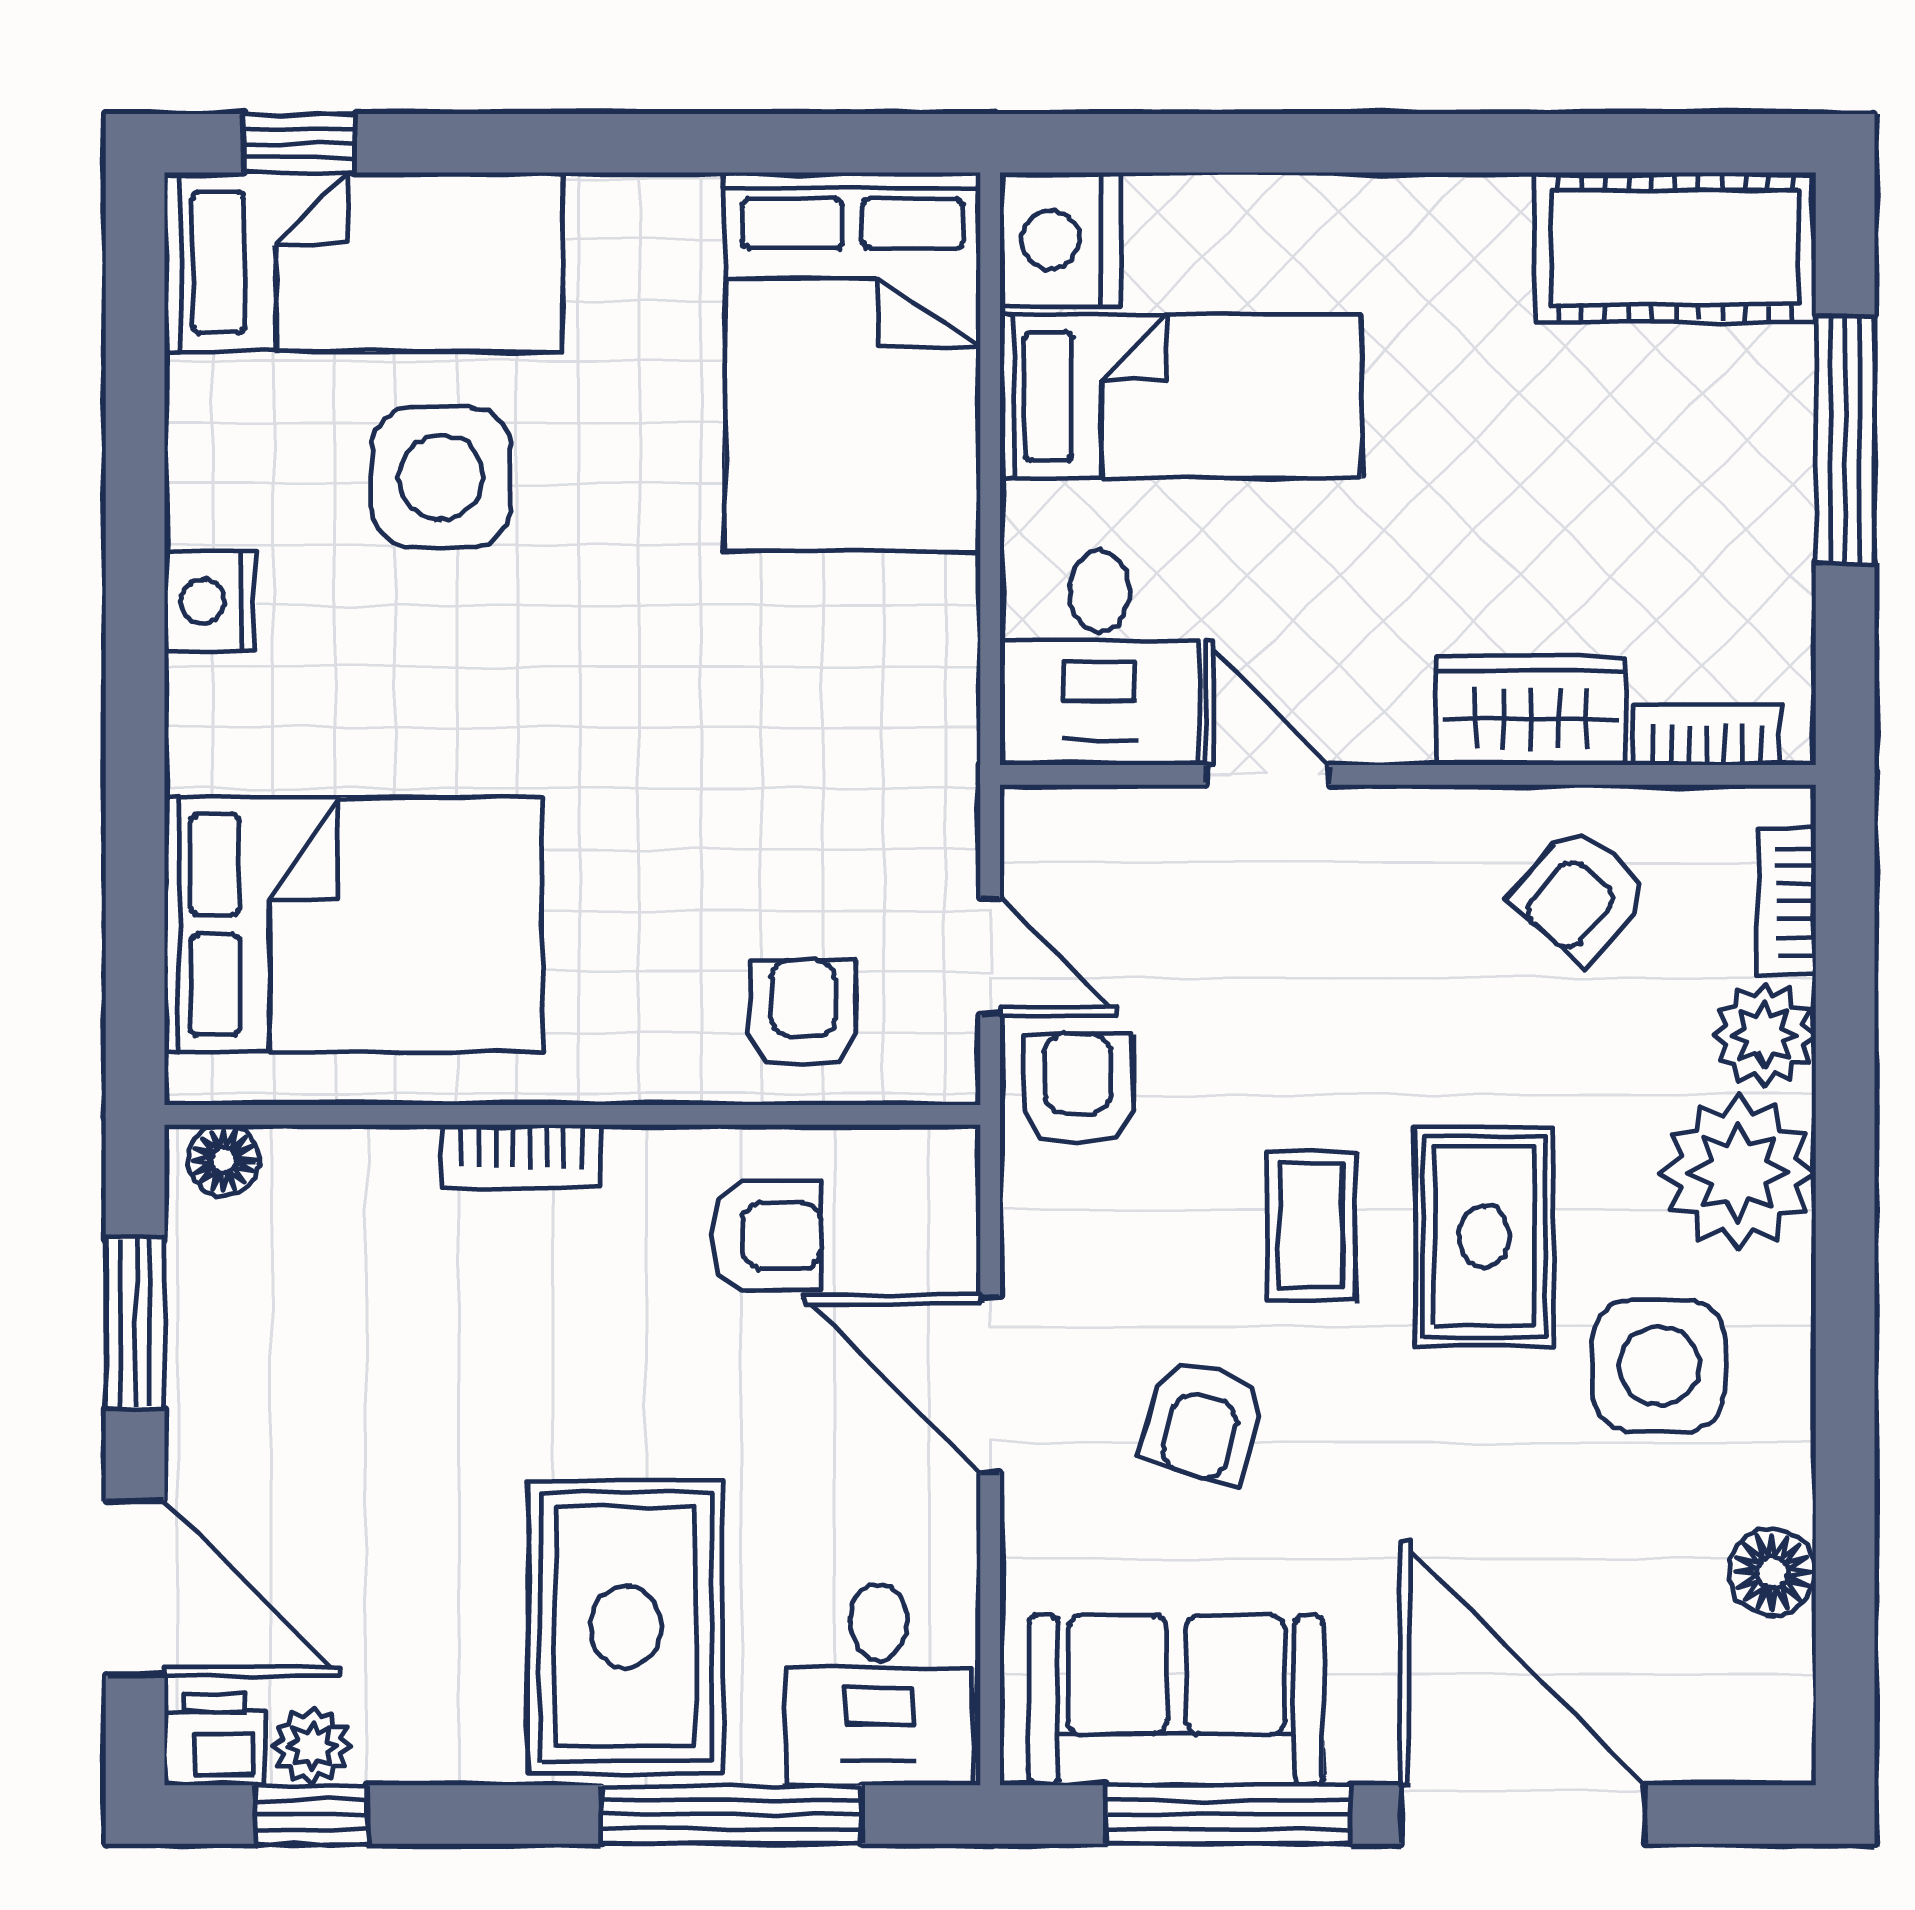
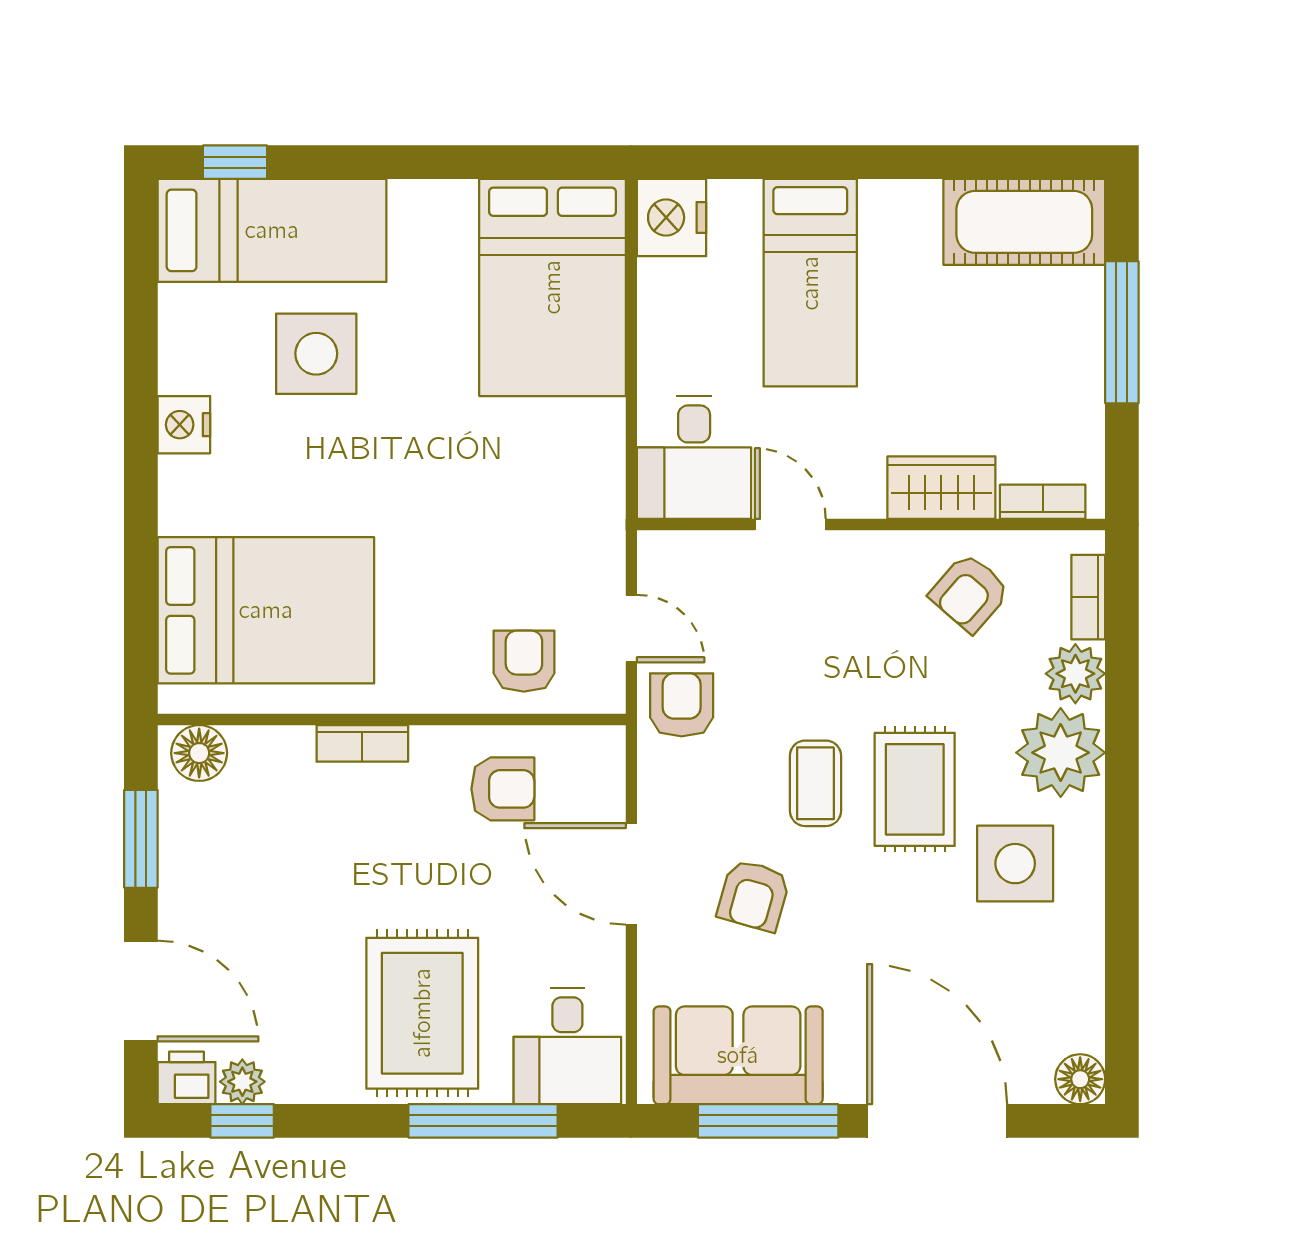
bed: (1181, 396) -> (810, 283), moved, turned 90
floor lamp: (224, 1160) -> (199, 753), width x1.37, depth x1.37
floor lamp: (1772, 1572) -> (1080, 1079), moved

